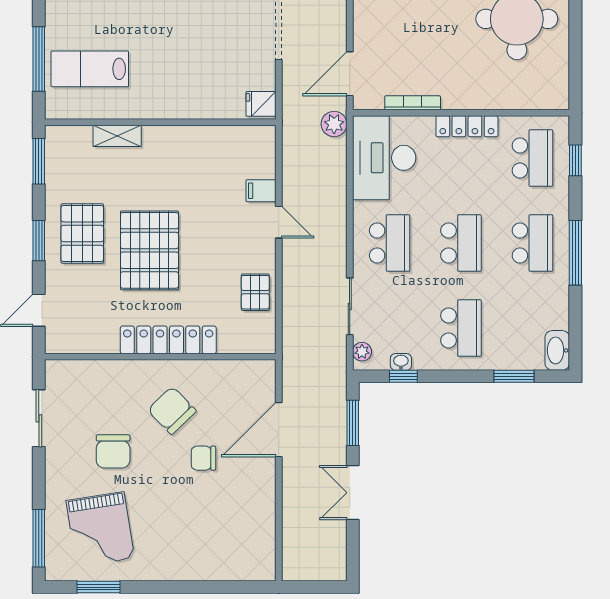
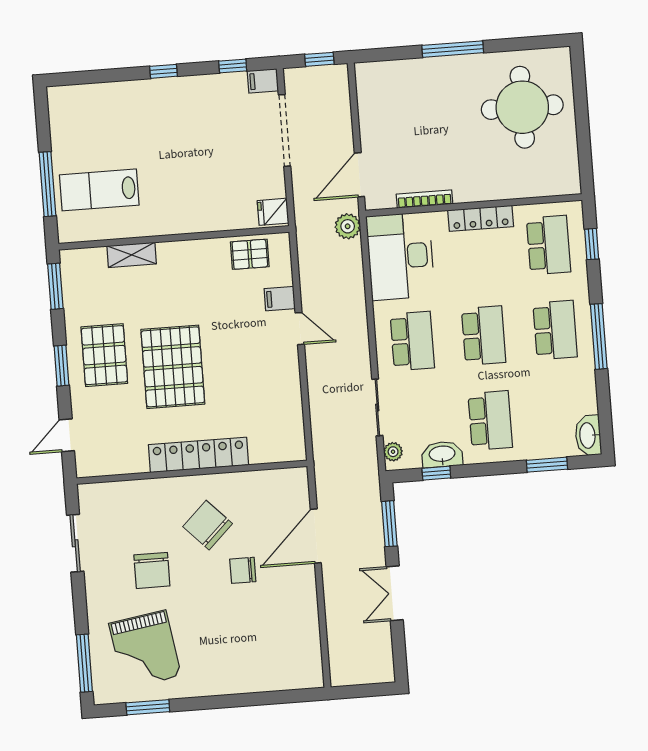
pallet: (255, 292) -> (250, 254), moved, turned 90
washbasin: (401, 362) -> (442, 454), width x1.91, depth x1.45

